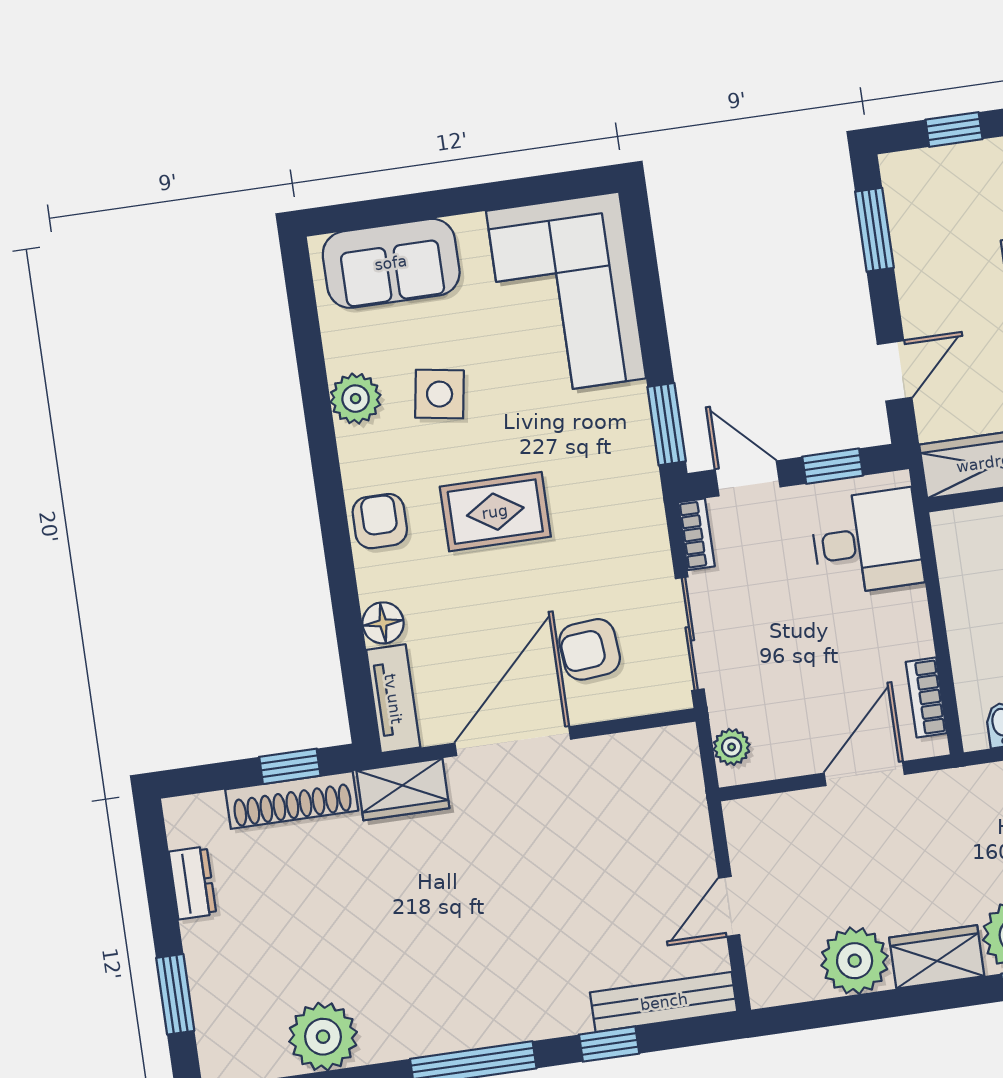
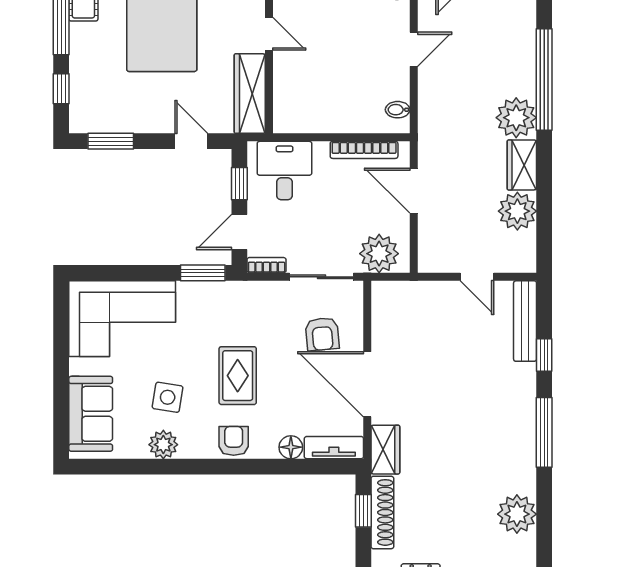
armchair: (380, 521) -> (234, 441), turned 90
bookcase: (926, 698) -> (364, 150), width x1.56
plant: (732, 747) -> (379, 254), width x1.88, depth x1.88

